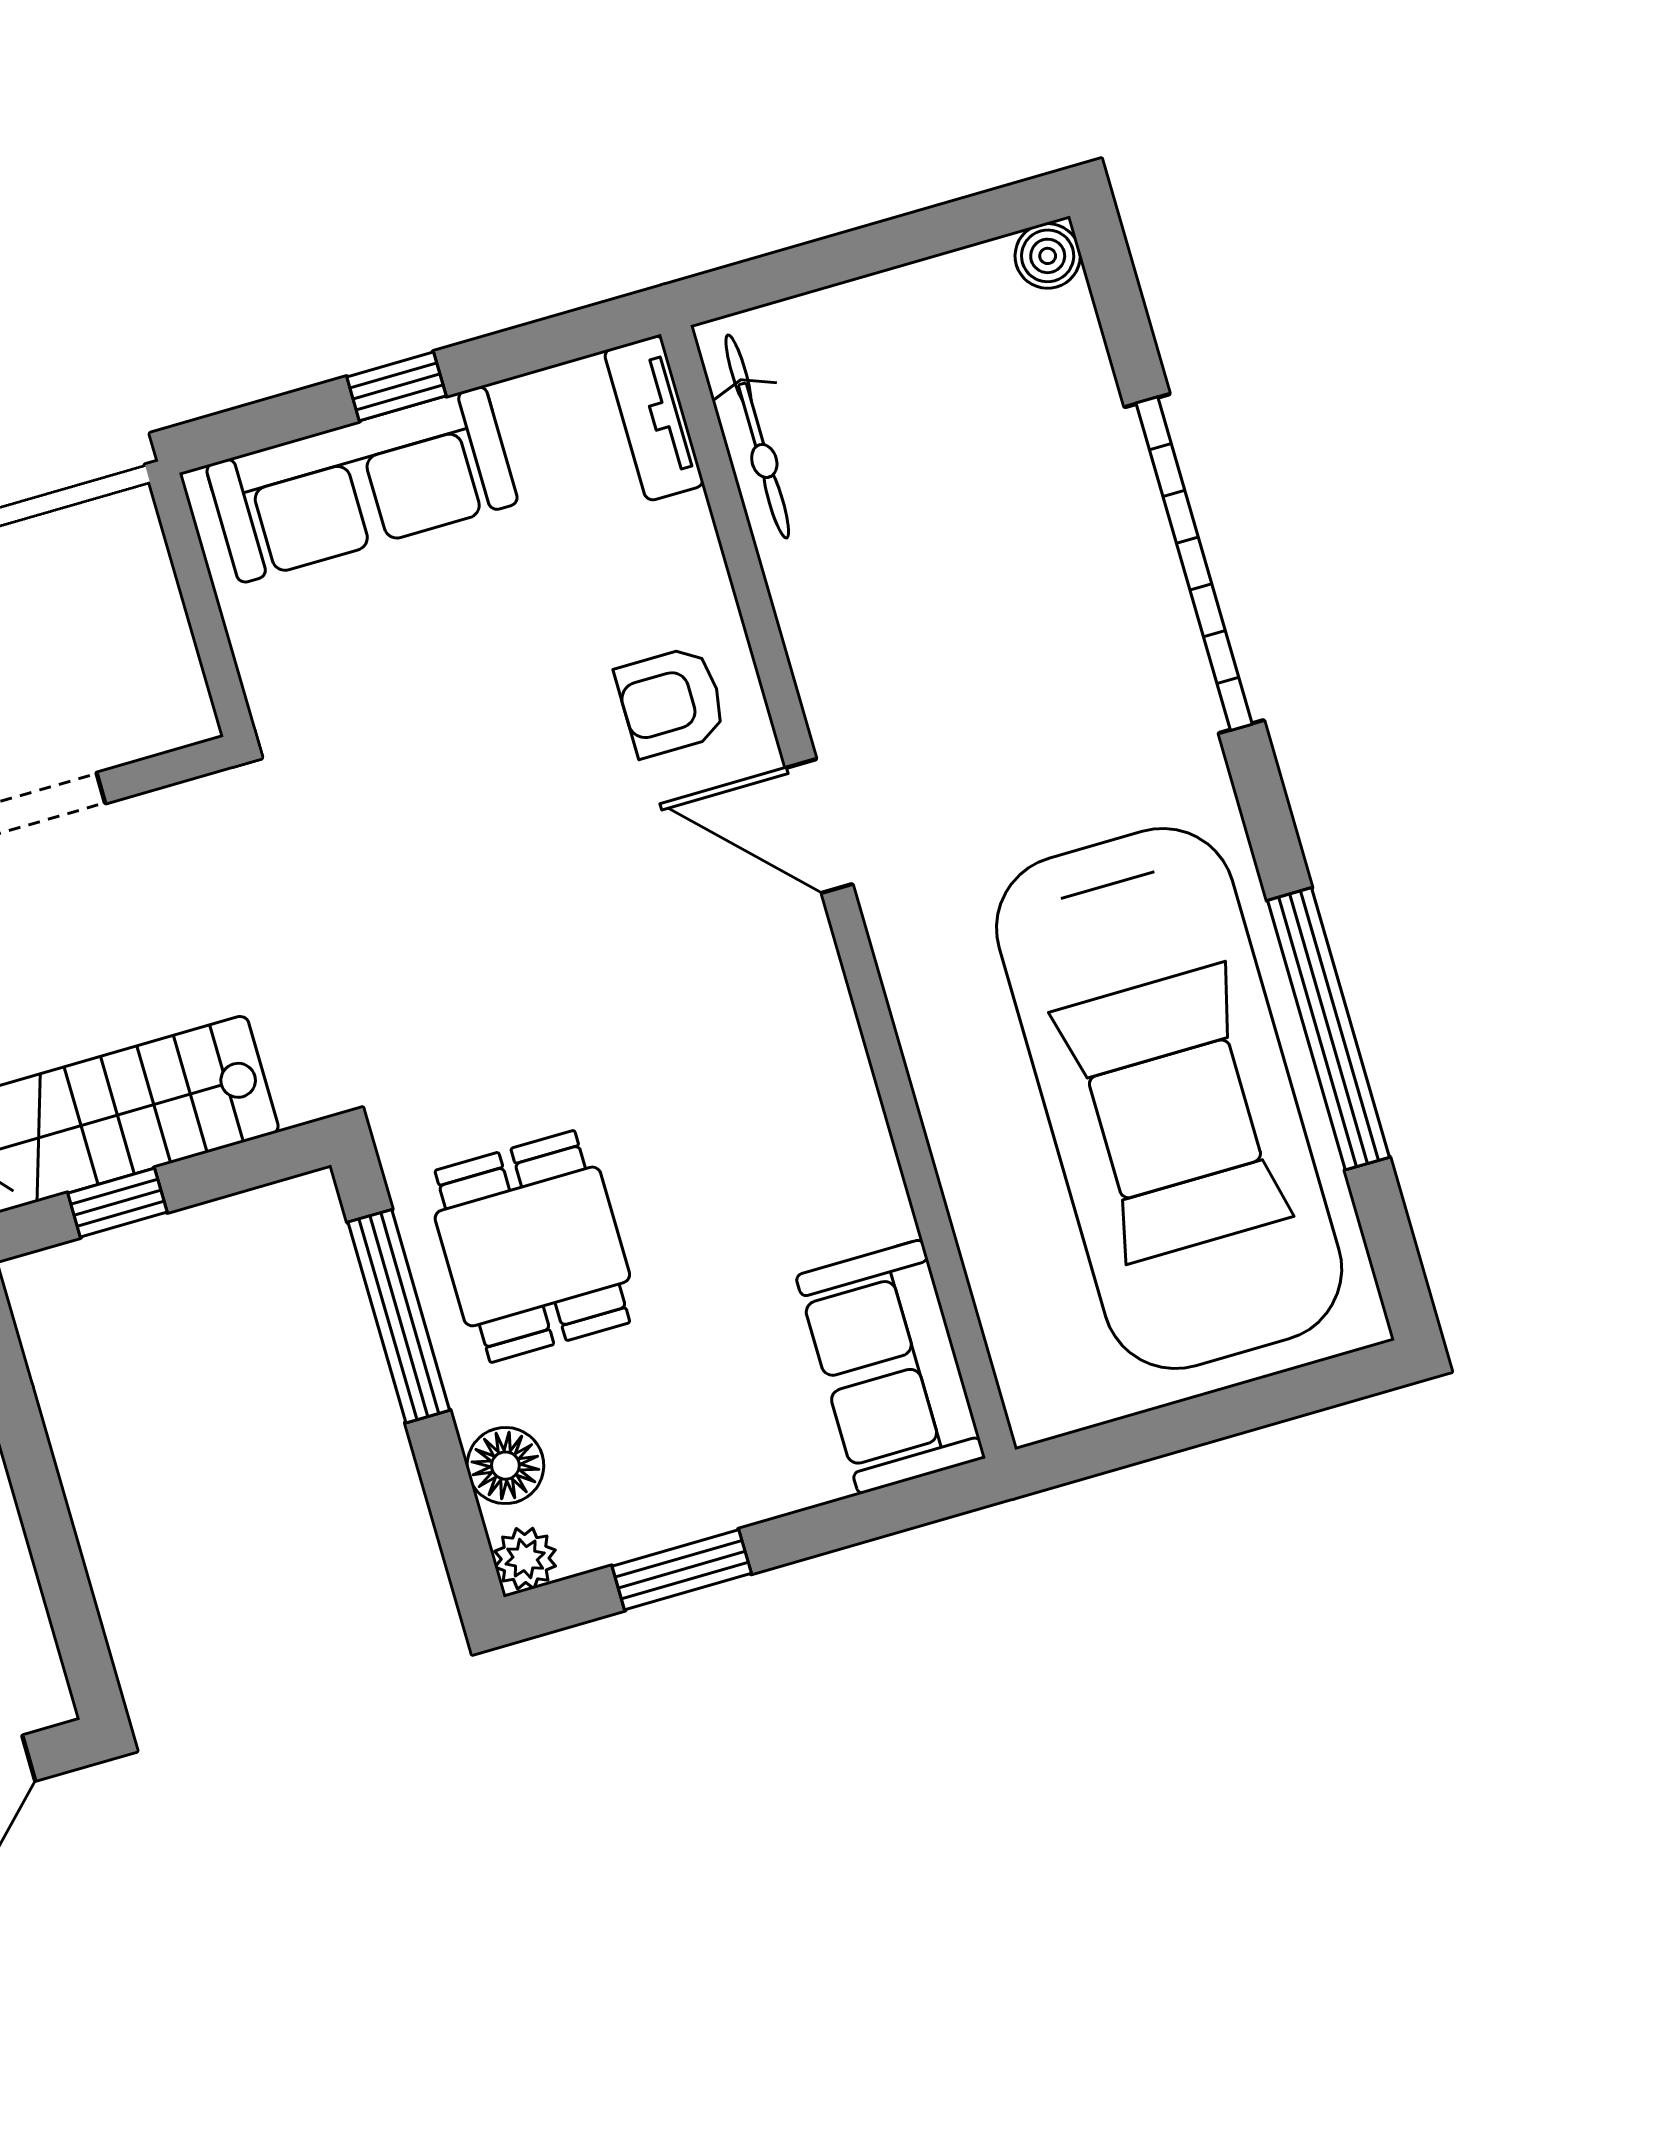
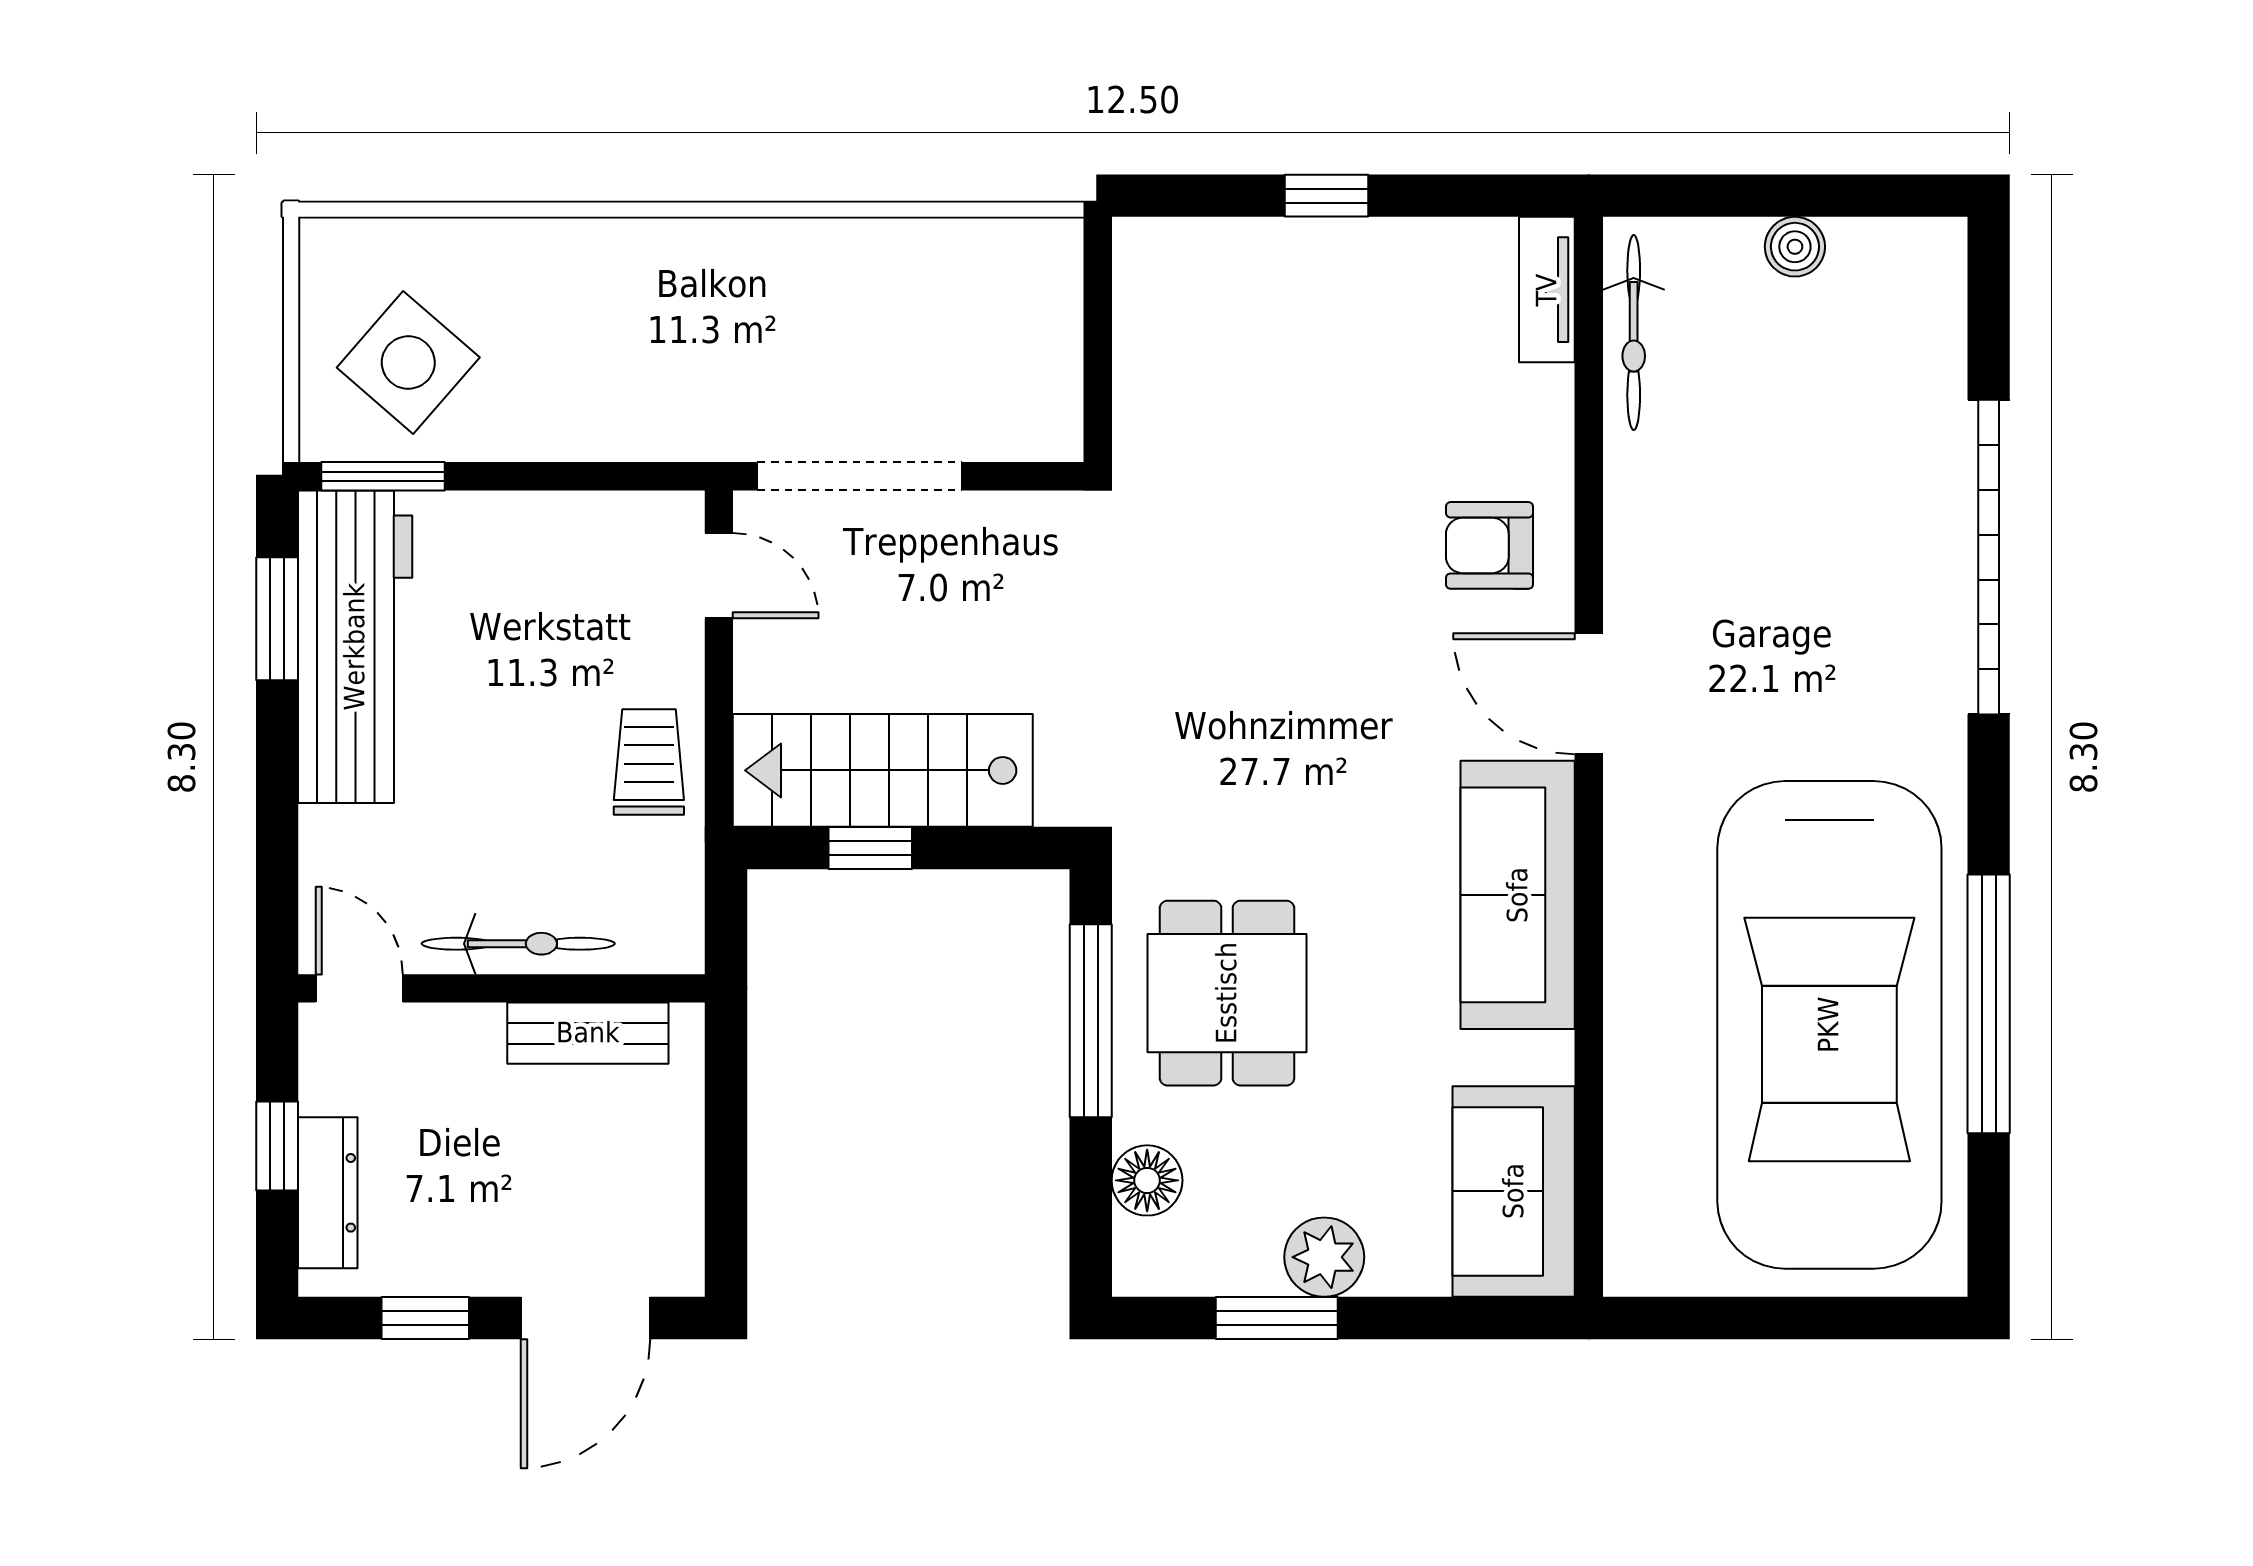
boiler: (1048, 256) -> (1795, 247), moved
sofa: (362, 484) -> (1518, 895), moved, turned 90
plant: (525, 1559) -> (1324, 1257), moved, width x1.38, depth x1.38

